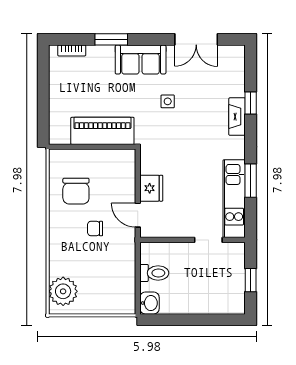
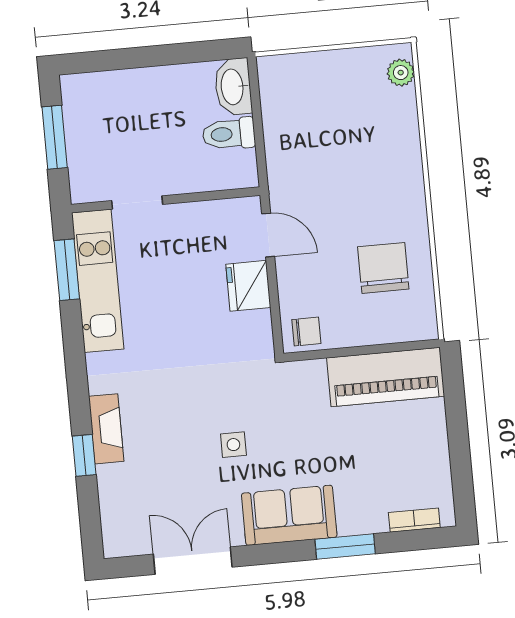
piano: (102, 131) -> (386, 377), moved
window: (251, 181) -> (67, 270), moved
chair: (95, 229) -> (306, 332), moved
window: (251, 280) -> (55, 137), width x1.50
plant: (63, 291) -> (401, 73), width x0.53, depth x0.53
washbasin: (150, 303) -> (233, 87), width x1.38

